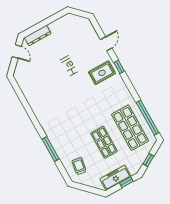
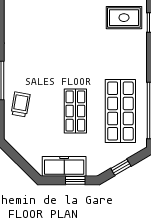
trolley: (79, 166) -> (21, 104), moved

